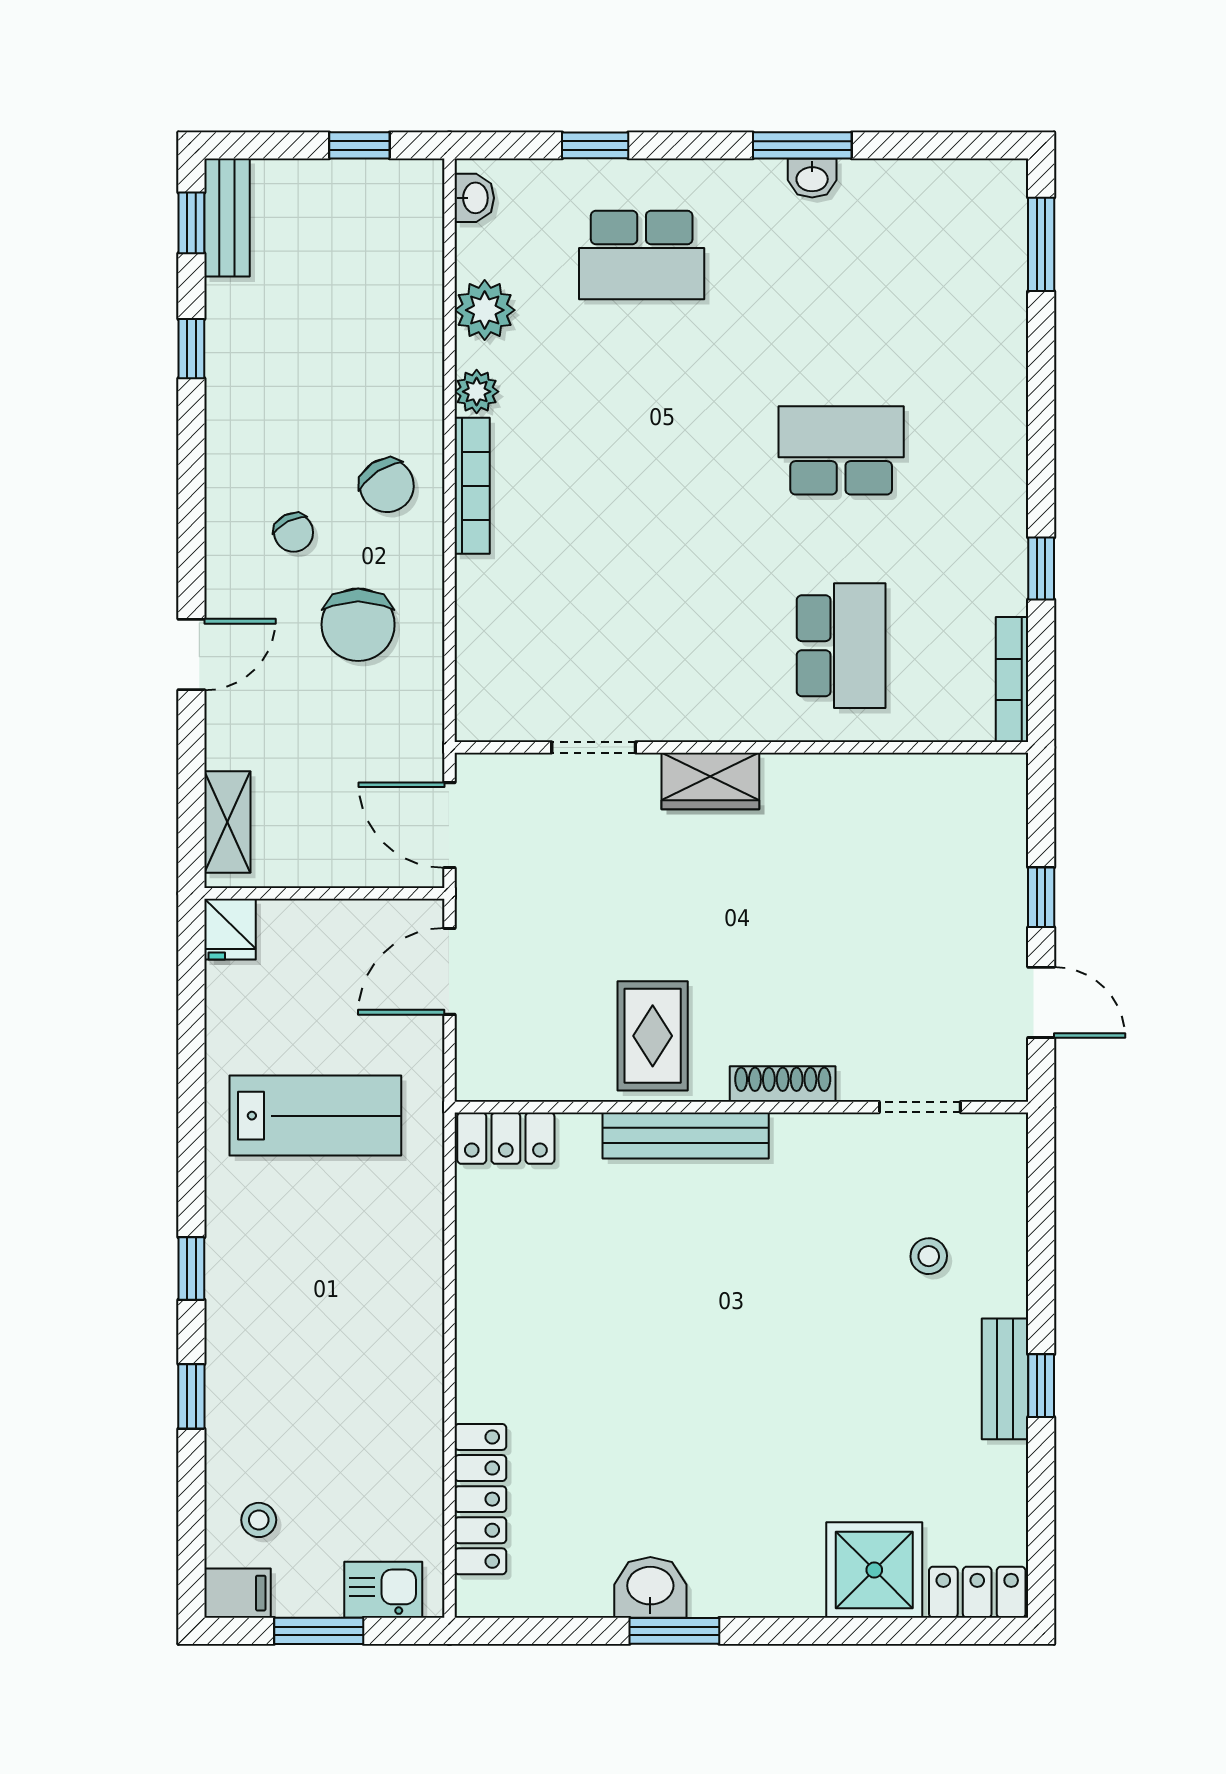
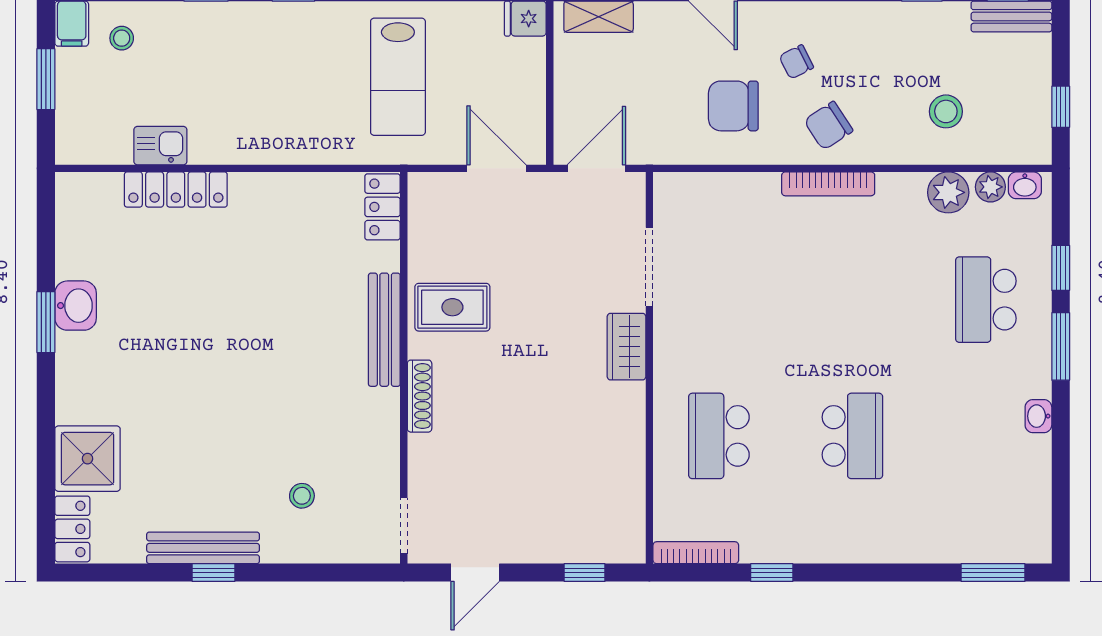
window: (802, 145) -> (1061, 346), moved
stool: (366, 313) -> (946, 111), added
plant: (477, 392) -> (990, 187), moved
school desk: (841, 646) -> (719, 436), turned 90
doorway: (594, 747) -> (649, 267), width x1.38
window: (1041, 897) -> (585, 573), moved
doorway: (920, 1107) -> (404, 526), moved
bench: (1005, 1379) -> (203, 548), width x1.36
locker: (480, 1499) -> (176, 190), moved
kitchen sink: (383, 1590) -> (160, 146), moved, turned -90

